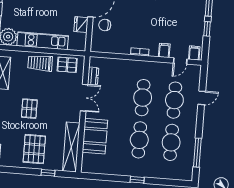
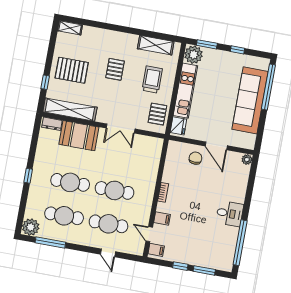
fridge: (81, 25) -> (178, 126), moved, turned 90
trolley: (40, 63) -> (152, 80), moved
dresser: (93, 76) -> (52, 124), moved
pallet: (29, 109) -> (115, 69), turned 90
plant: (185, 173) -> (31, 227), added

